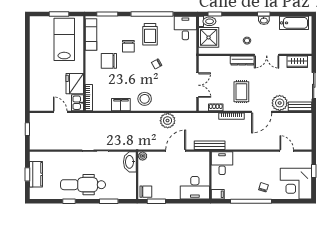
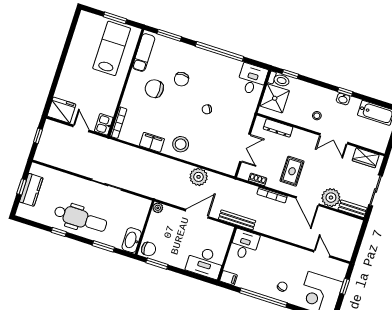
trolley: (150, 34) -> (210, 74), removed
dresser: (242, 61) -> (278, 128), moved
fridge: (75, 84) -> (61, 110), moved, turned 90
door: (262, 112) -> (307, 201), hinge flipped
washbasin: (130, 162) -> (132, 240), moved
dental chair: (83, 185) -> (80, 218), turned 180

